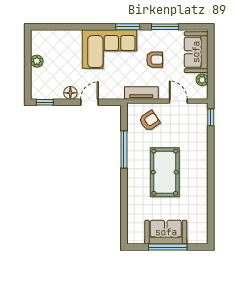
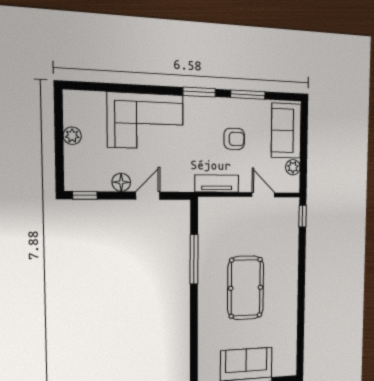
corner sofa: (110, 49) -> (146, 121), moved
armchair: (149, 121) -> (227, 221), removed

